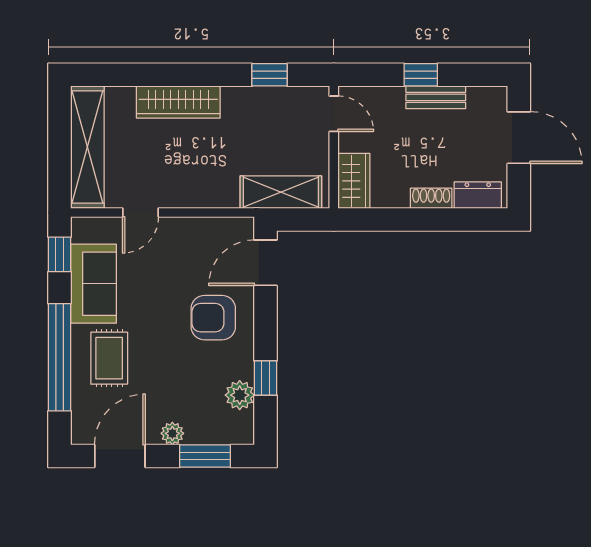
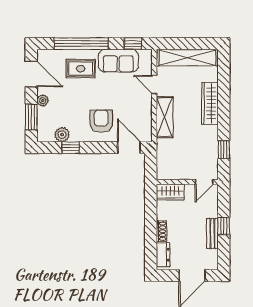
shelving: (281, 192) -> (165, 117), moved

